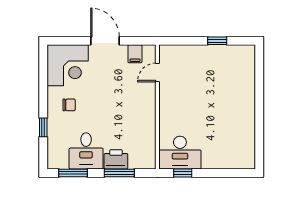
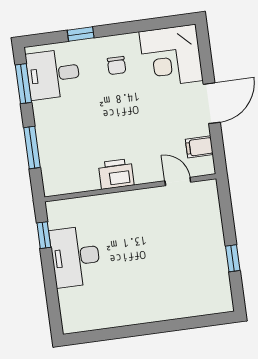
desk: (86, 151) -> (53, 74), moved
desk: (180, 153) -> (75, 257), moved
printer: (116, 159) -> (116, 174), moved, turned -90

